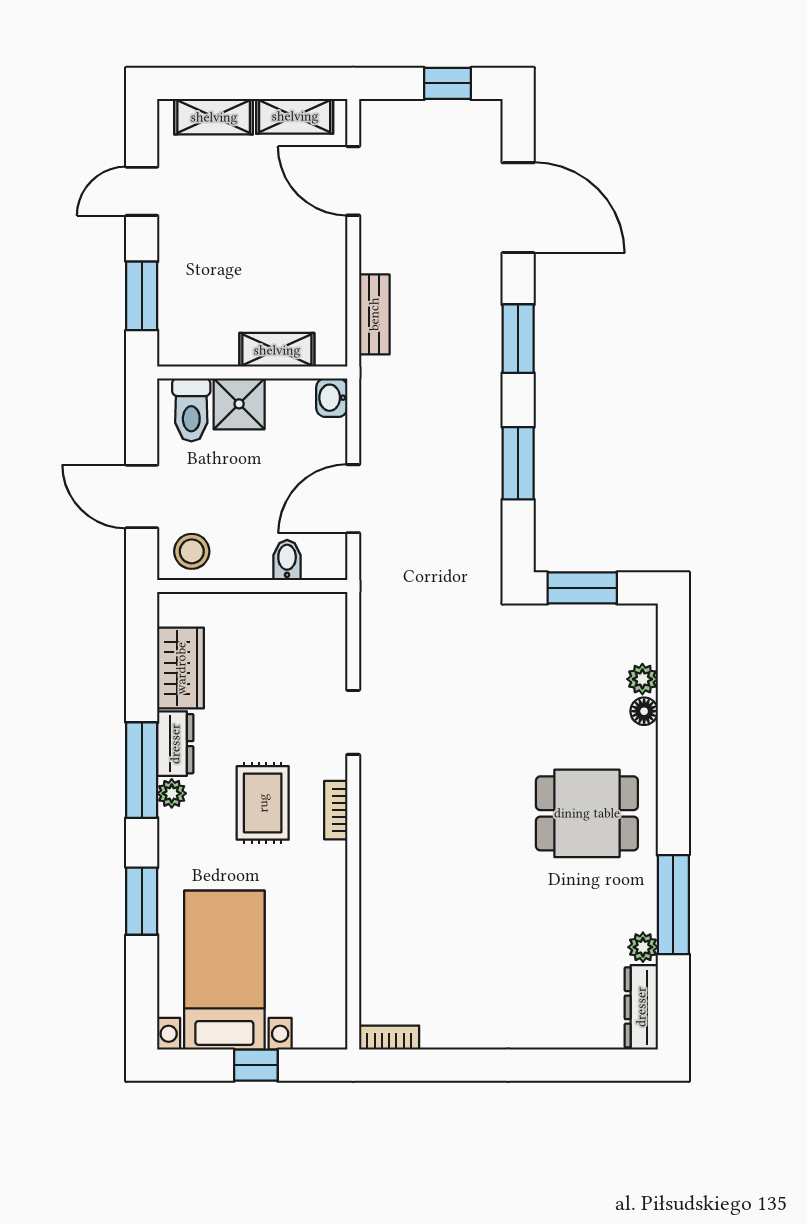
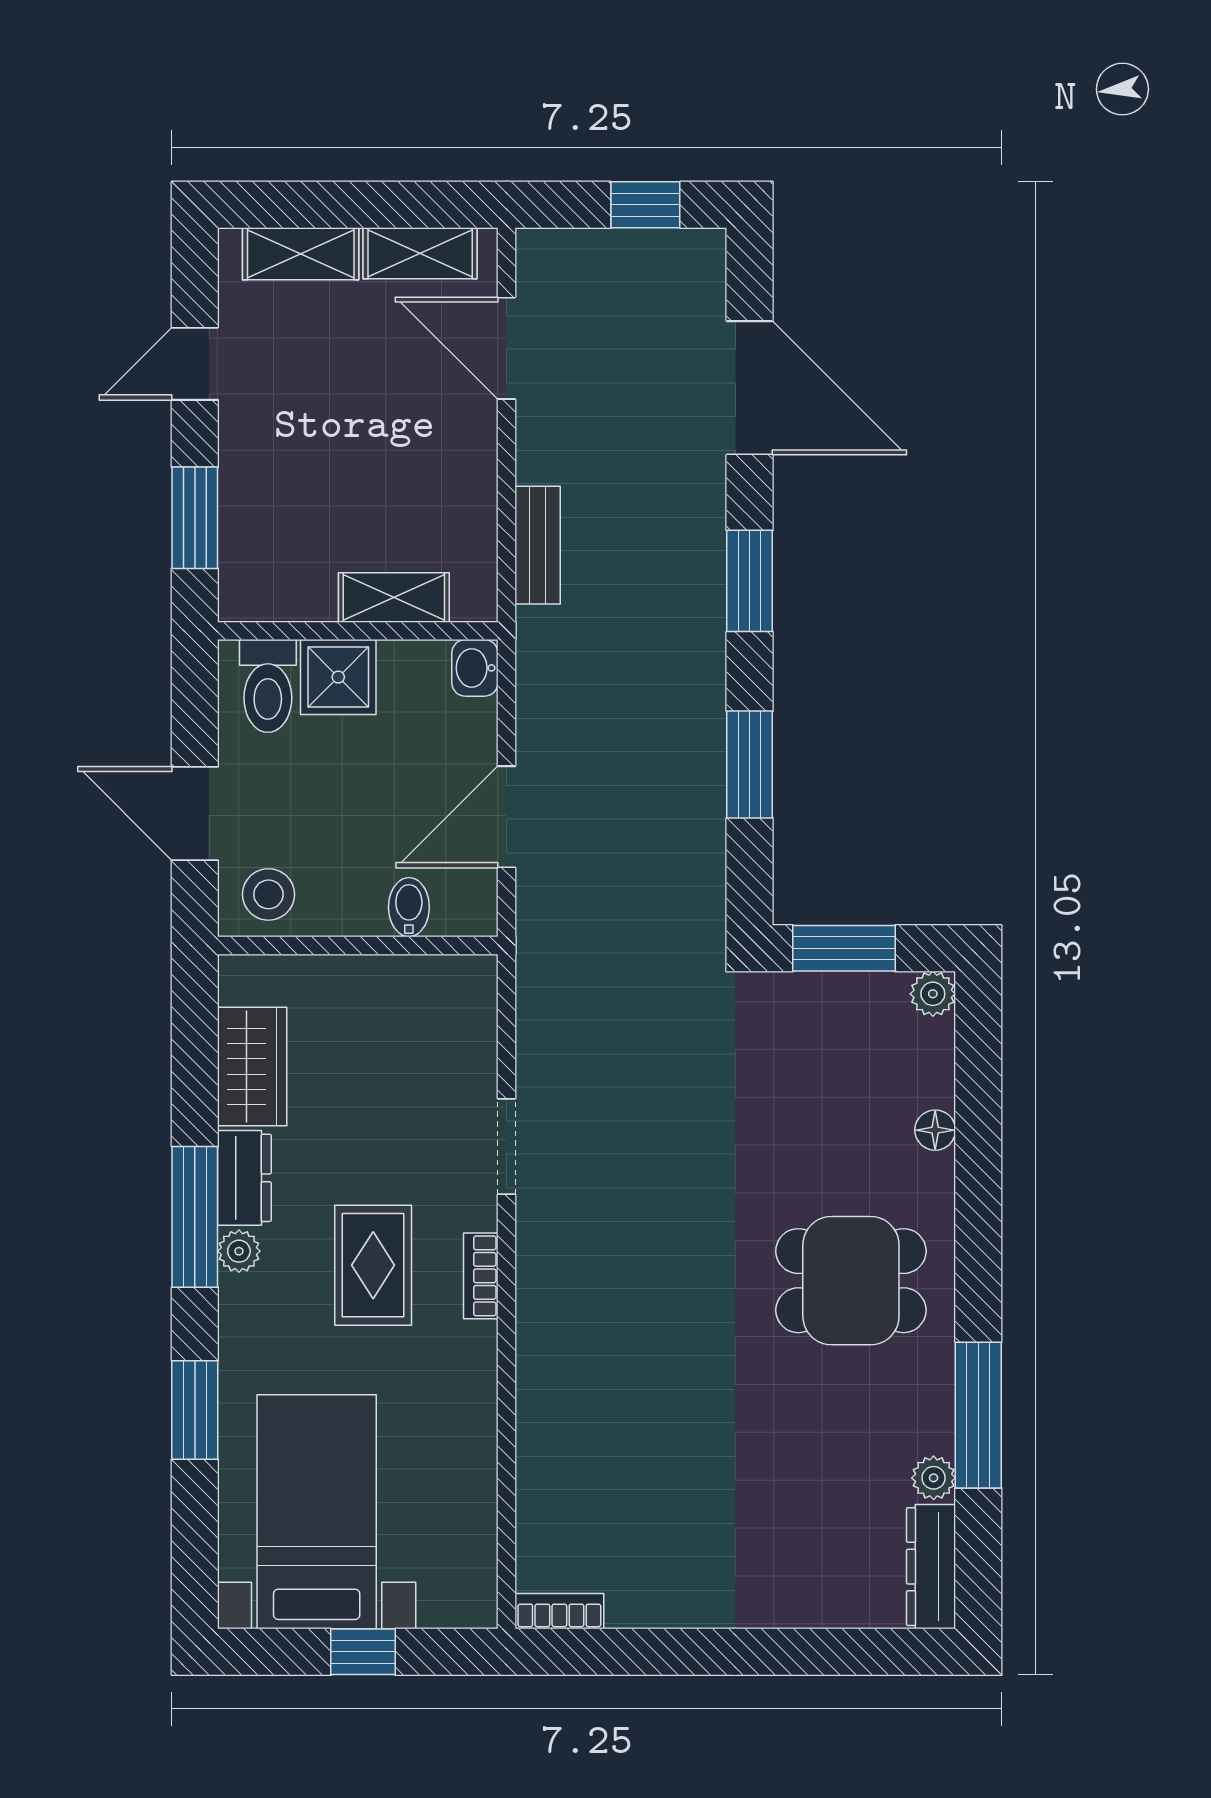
plant: (642, 679) -> (933, 994), moved

